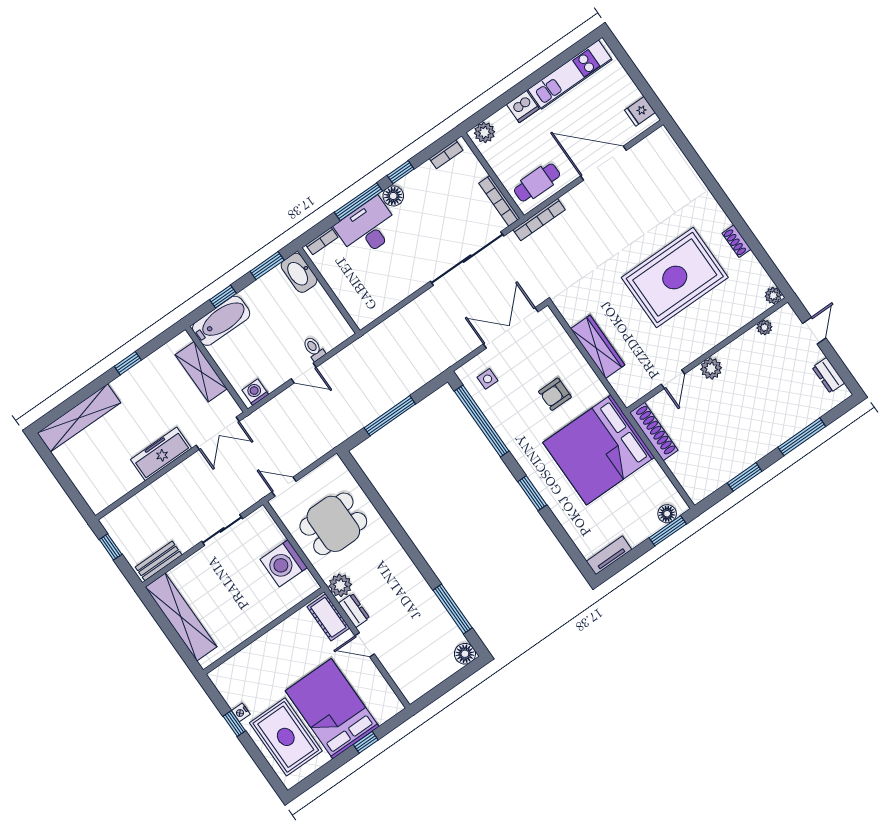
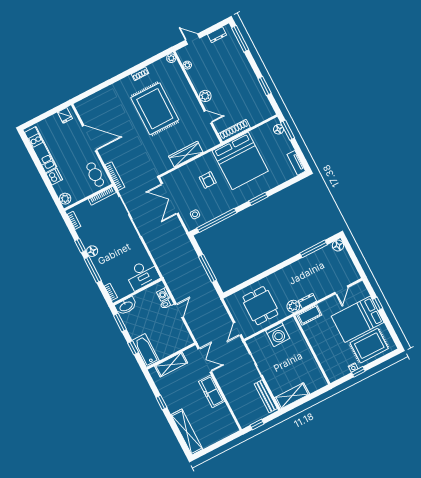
door: (604, 163) -> (90, 138), swing flipped
desk: (368, 228) -> (142, 275), moved, turned -90
washing machine: (255, 392) -> (163, 294), moved
window: (802, 437) -> (240, 39), moved
bench: (159, 561) -> (266, 396), width x1.36
shelving: (181, 617) -> (292, 396), width x0.68
door: (365, 645) -> (341, 290), moved

